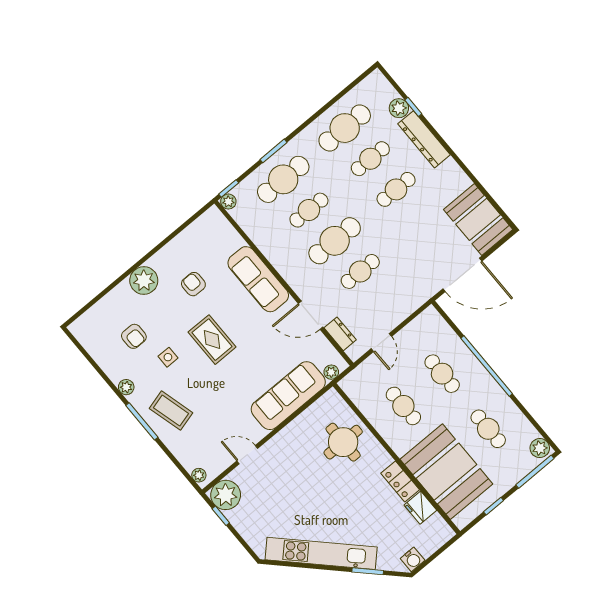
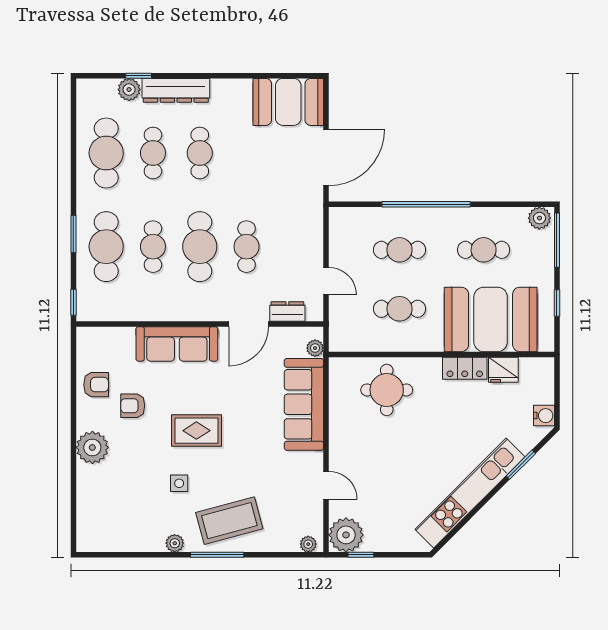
plant: (228, 202) -> (85, 312), removed
armchair: (134, 336) -> (96, 385), moved
coffee table: (171, 411) -> (229, 521), width x1.36, depth x1.32
door: (247, 455) -> (326, 485), swing flipped

